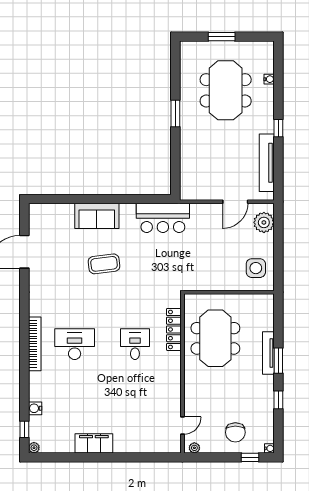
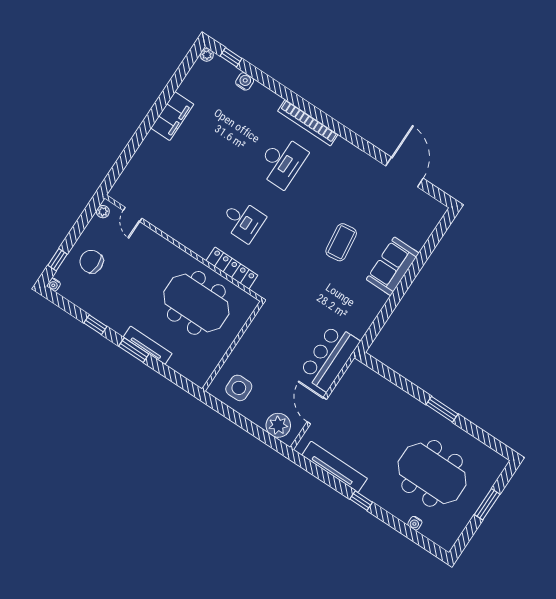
bar counter: (163, 218) -> (329, 357), moved

